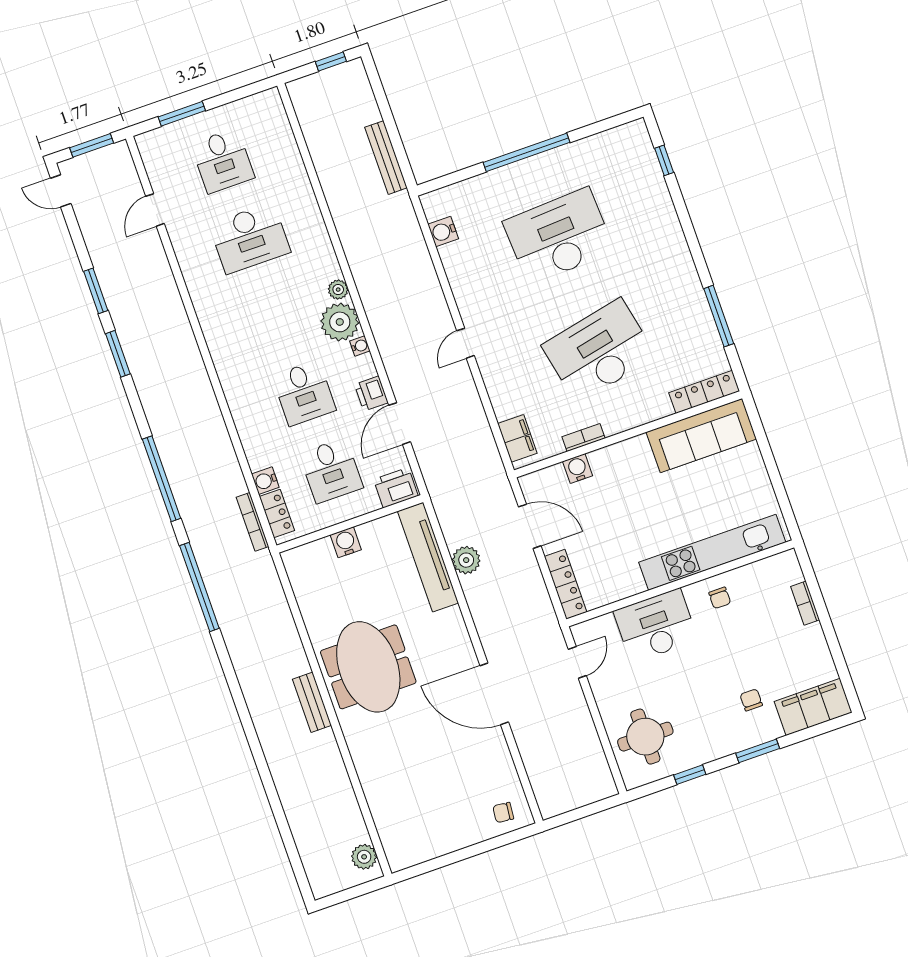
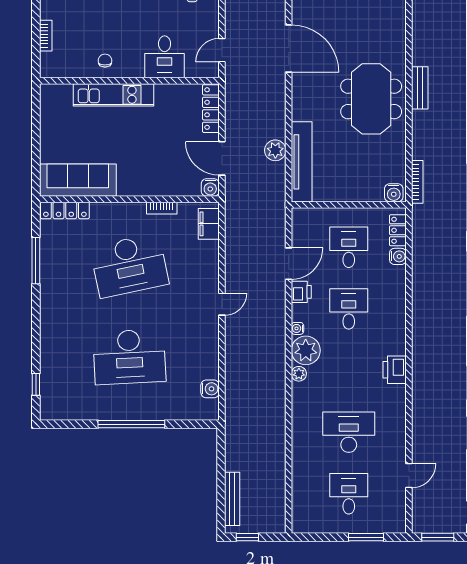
bench: (386, 158) -> (232, 499), moved
water cooler: (578, 469) -> (210, 188), moved
printer: (396, 488) -> (395, 370), moved, turned 90
bookcase: (252, 522) -> (417, 182), moved
water cooler: (346, 542) -> (394, 193), moved
kitchen unit: (712, 552) -> (114, 95), width x0.73
desk: (656, 626) -> (165, 57), width x0.73

